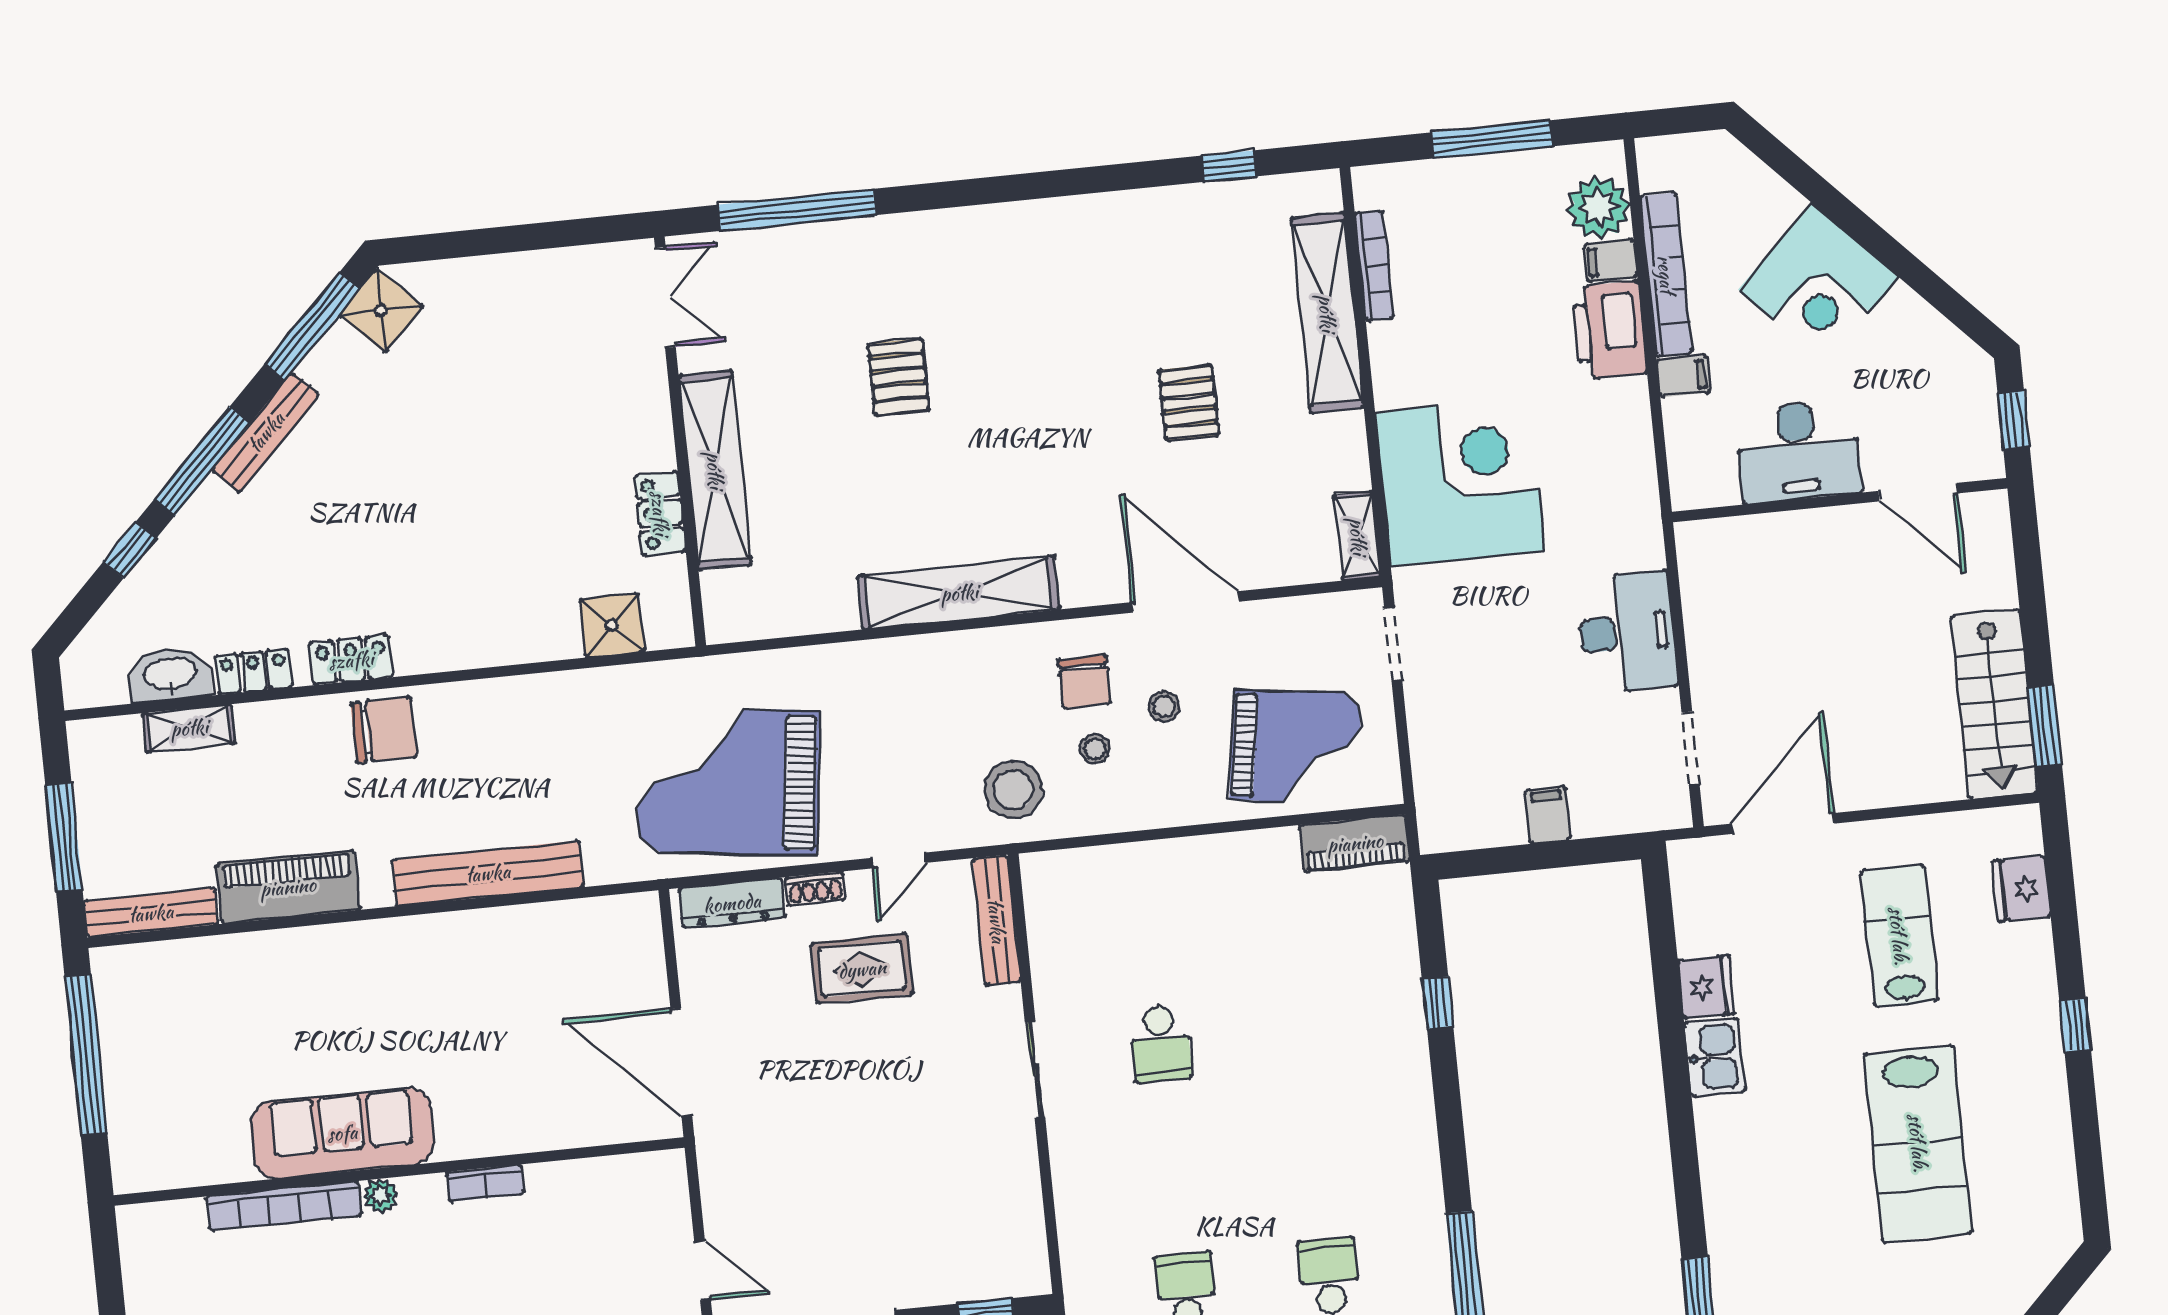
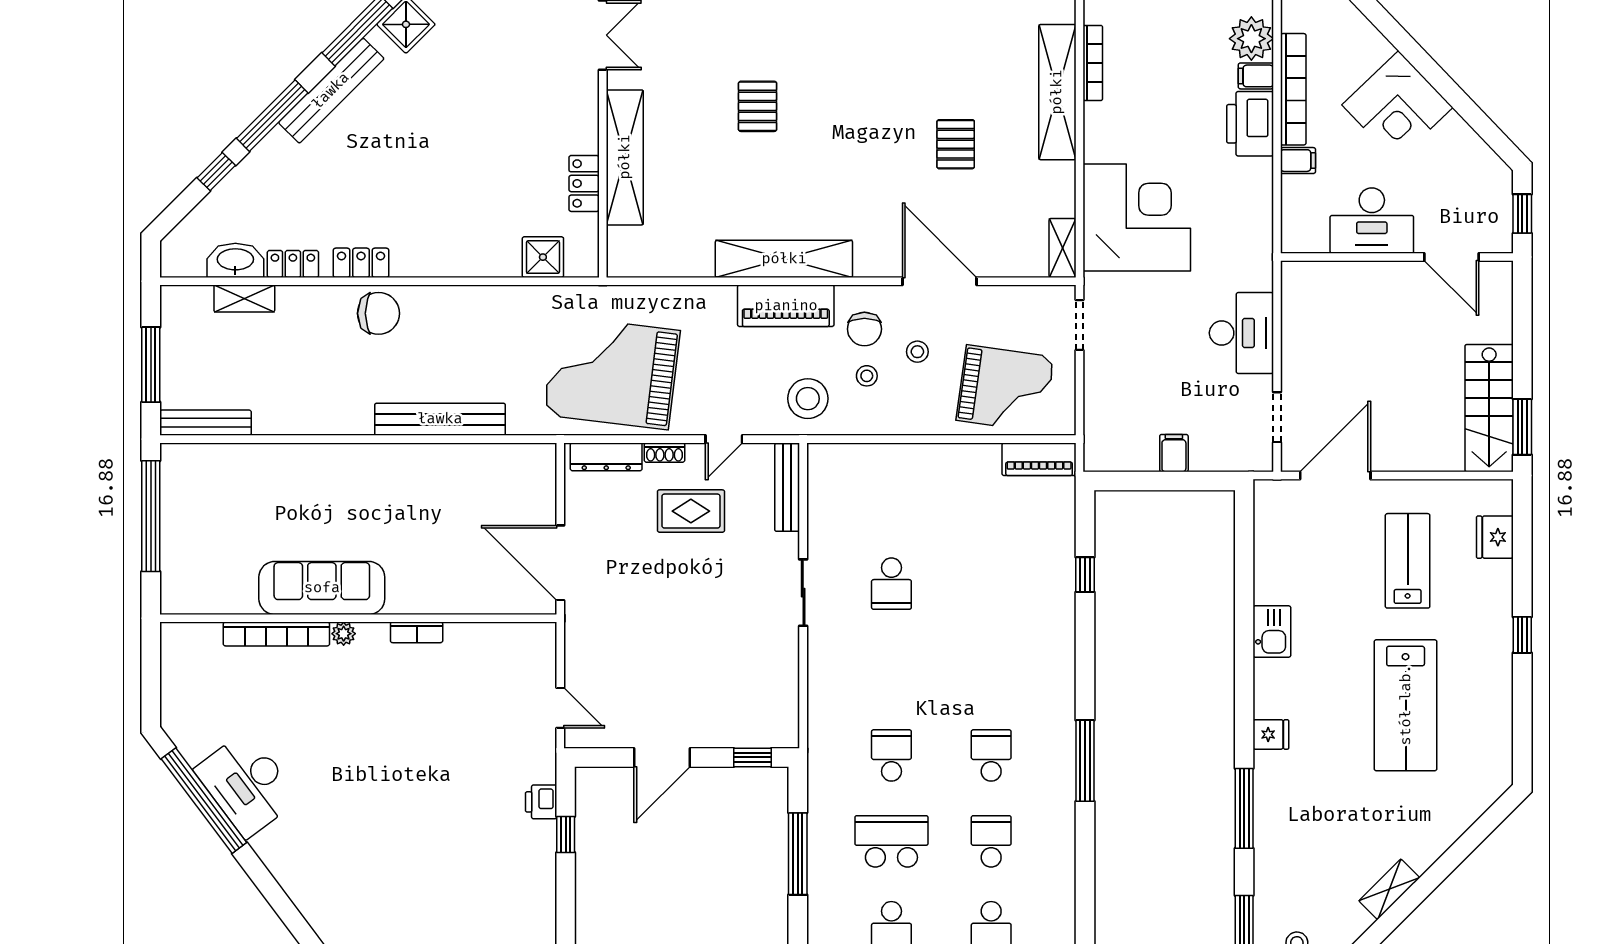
bench: (266, 432) -> (331, 91), width x1.37, depth x1.21
piano: (288, 887) -> (786, 306), moved, turned 180
fridge: (1706, 987) -> (1271, 734), moved, width x0.72

